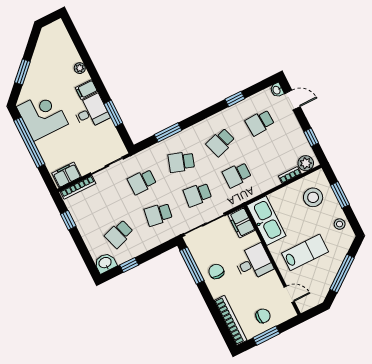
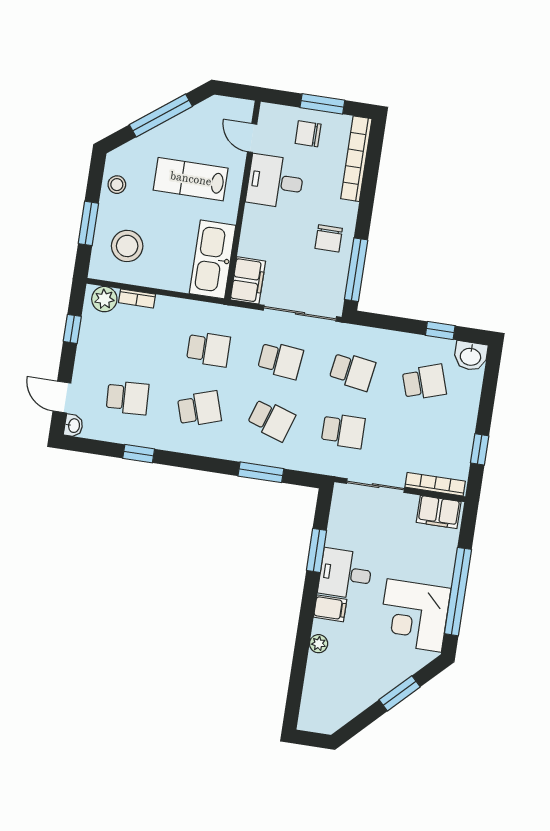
desk: (253, 263) -> (275, 182), moved

